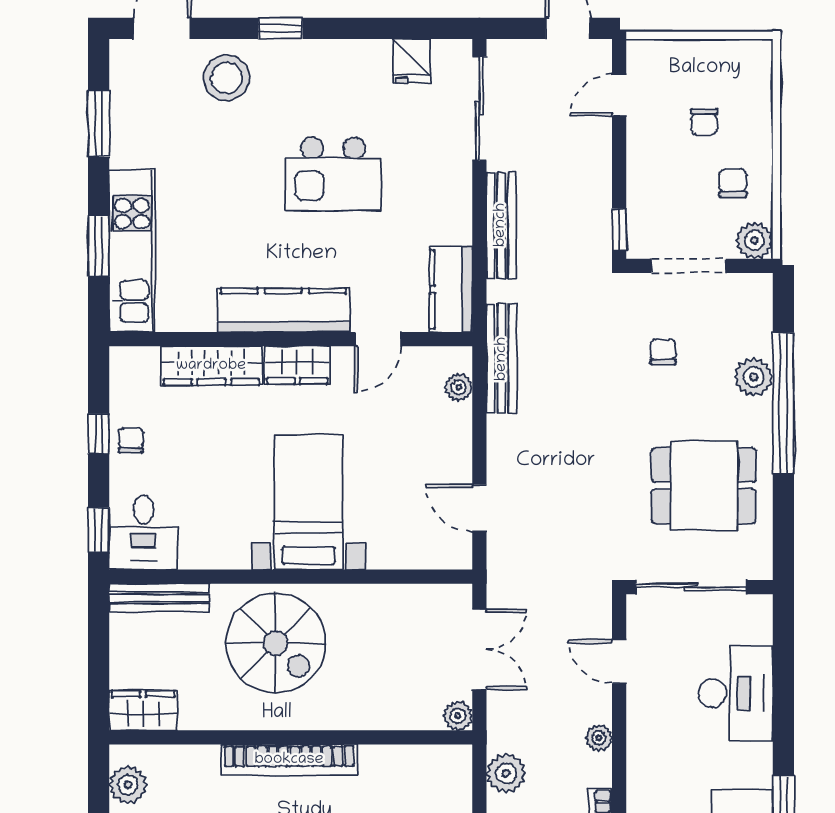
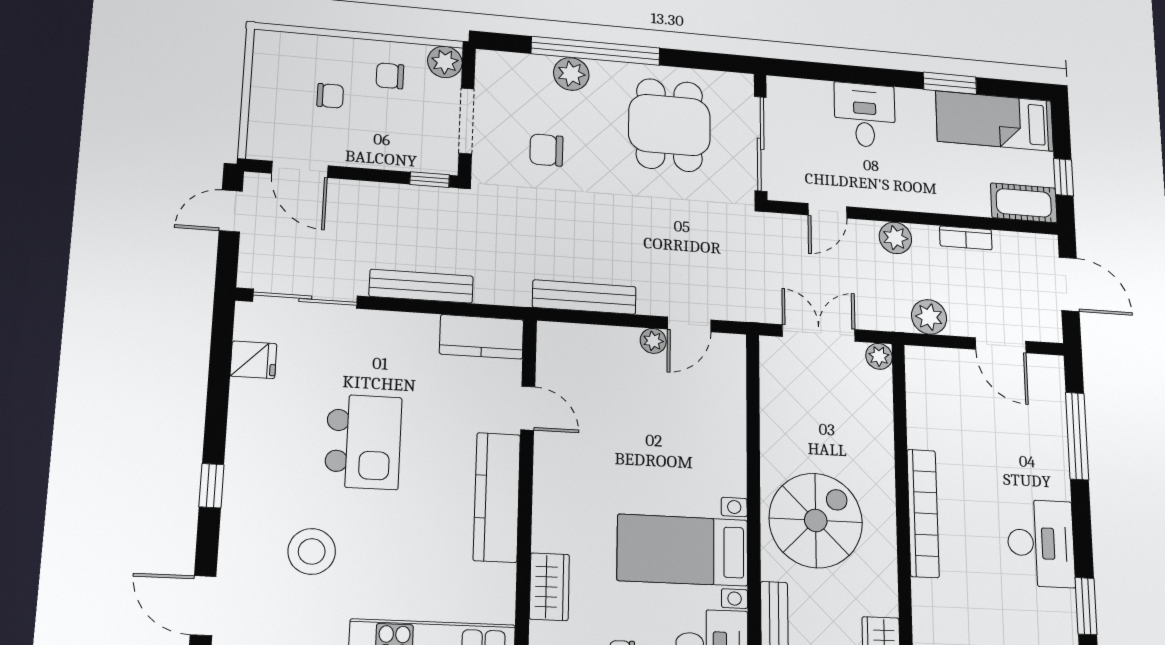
stool: (227, 78) -> (312, 551), moved
door: (619, 95) -> (300, 169), width x1.37
chair: (663, 352) -> (546, 150), width x1.37, depth x1.37
bench: (502, 359) -> (584, 297), moved
wardrobe: (297, 365) -> (551, 486), removed
wardrobe: (211, 366) -> (549, 587), width x0.67
plant: (459, 387) -> (653, 341), moved
bed with nightstands: (308, 502) -> (683, 550), moved
desk: (735, 693) -> (865, 115), width x0.73
plant: (599, 738) -> (895, 238), width x1.38, depth x1.38

